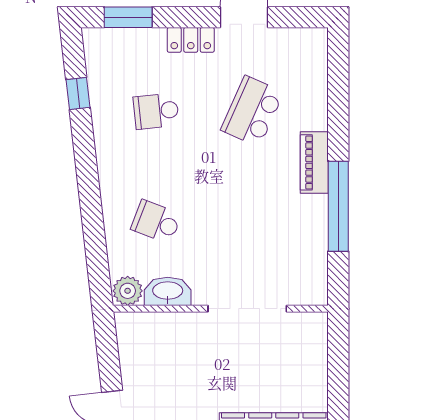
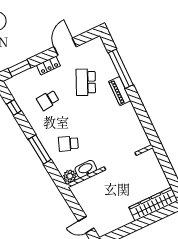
window: (91, 206) -> (40, 149), added
window: (338, 206) -> (121, 69), moved

